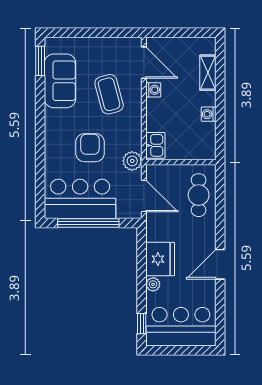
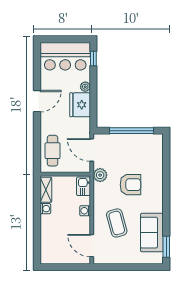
shelving: (208, 73) -> (46, 190), moved
washing machine: (153, 90) -> (85, 211), moved
armchair: (90, 148) -> (130, 185), turned -90
bar counter: (80, 199) -> (138, 148), removed

